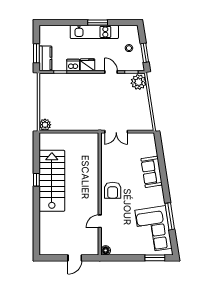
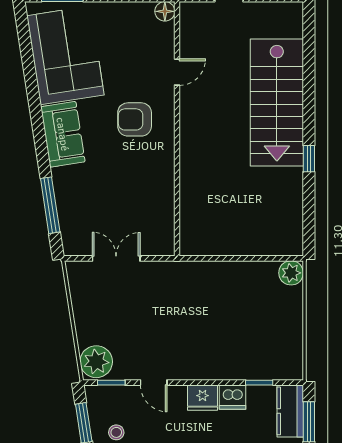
double door: (116, 132) -> (116, 258), moved
sofa: (152, 172) -> (63, 134), moved
stairs: (52, 181) -> (277, 103), moved
armchair: (113, 190) -> (135, 119), moved, turned -90
window: (170, 216) -> (50, 205), moved

